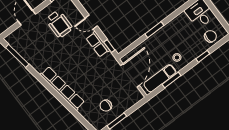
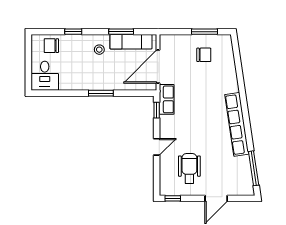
door: (91, 22) -> (157, 147), hinge flipped
row of seats: (98, 44) -> (167, 99), moved
row of seats: (62, 88) -> (237, 124), moved

